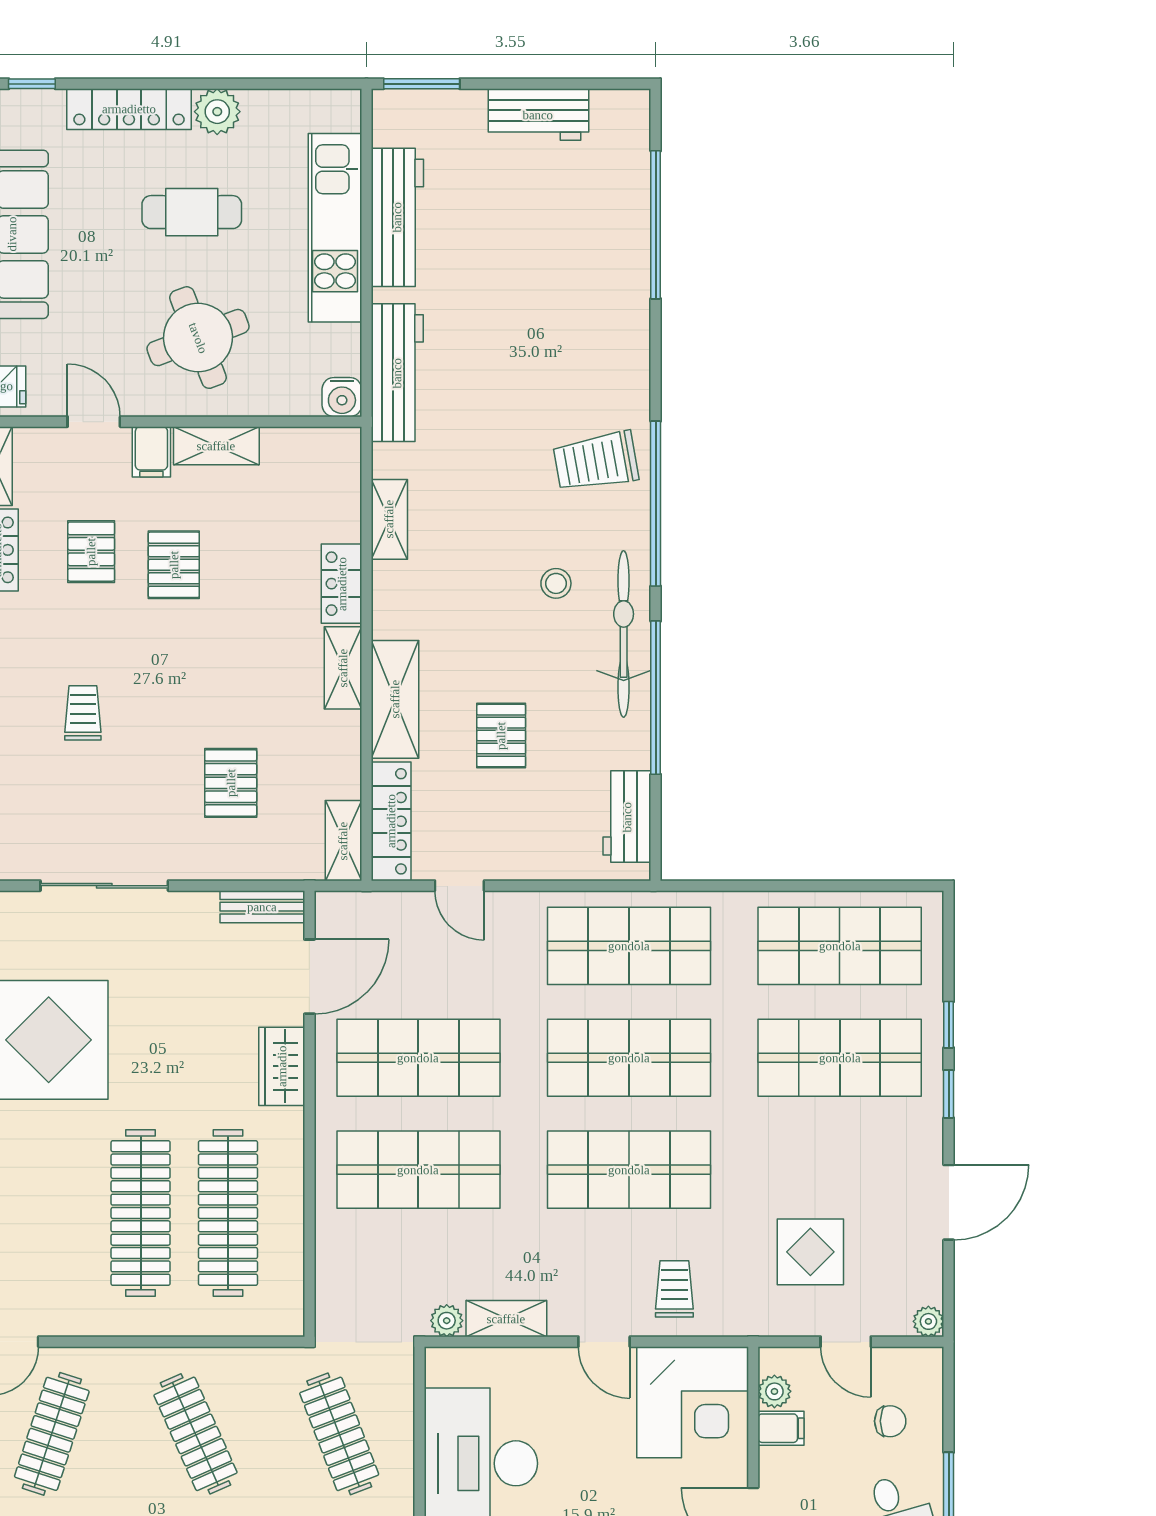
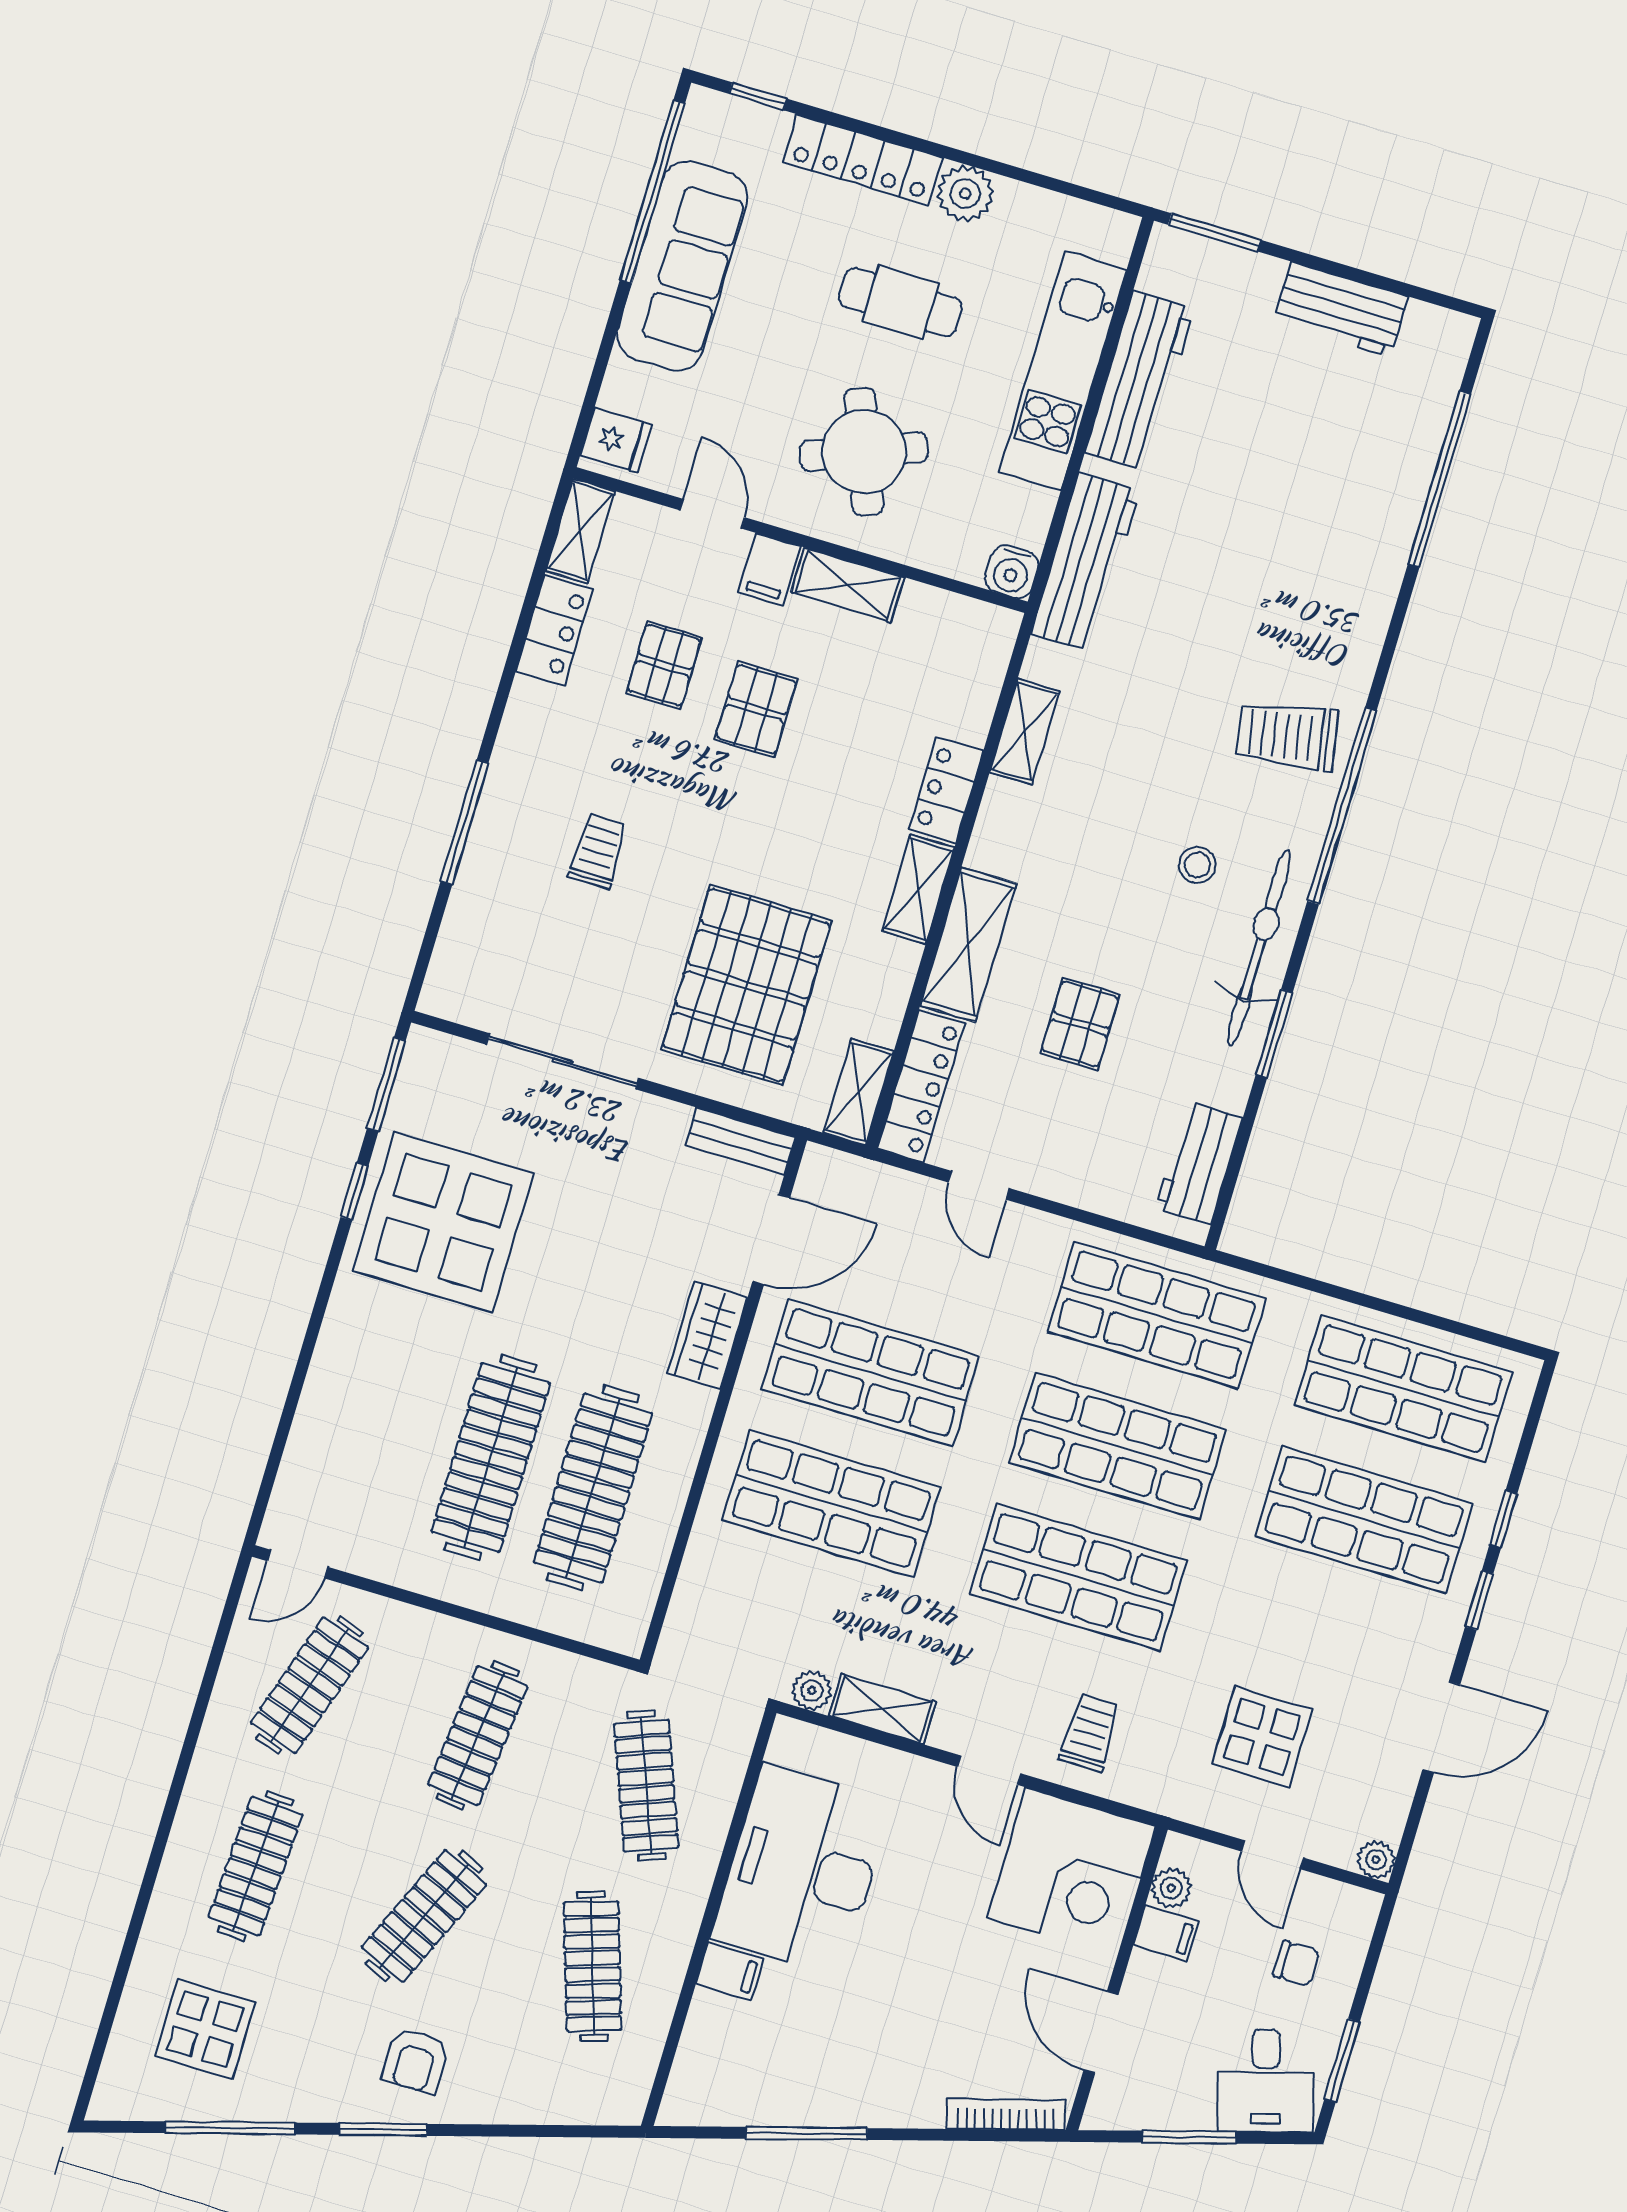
window: (656, 698) -> (1274, 1034), width x0.47
pallet: (231, 783) -> (747, 985), width x2.05, depth x2.00
clothes rail: (196, 1434) -> (478, 1735), turned 30

